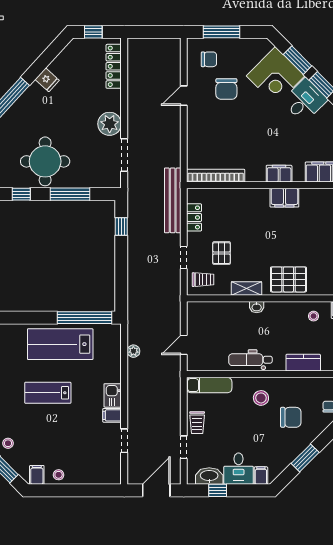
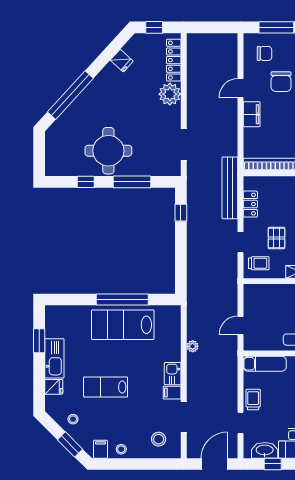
fridge: (47, 80) -> (122, 61), moved
filing cabinet: (195, 123) -> (252, 114), added
plant: (110, 124) -> (170, 94), moved
window: (84, 318) -> (122, 300), moved
plant: (133, 351) -> (193, 346), moved
lab bench: (48, 393) -> (106, 387), moved
trolley: (197, 423) -> (253, 400), turned 180
doorway: (124, 441) -> (184, 417), width x1.38
stool: (98, 464) -> (159, 439), added

